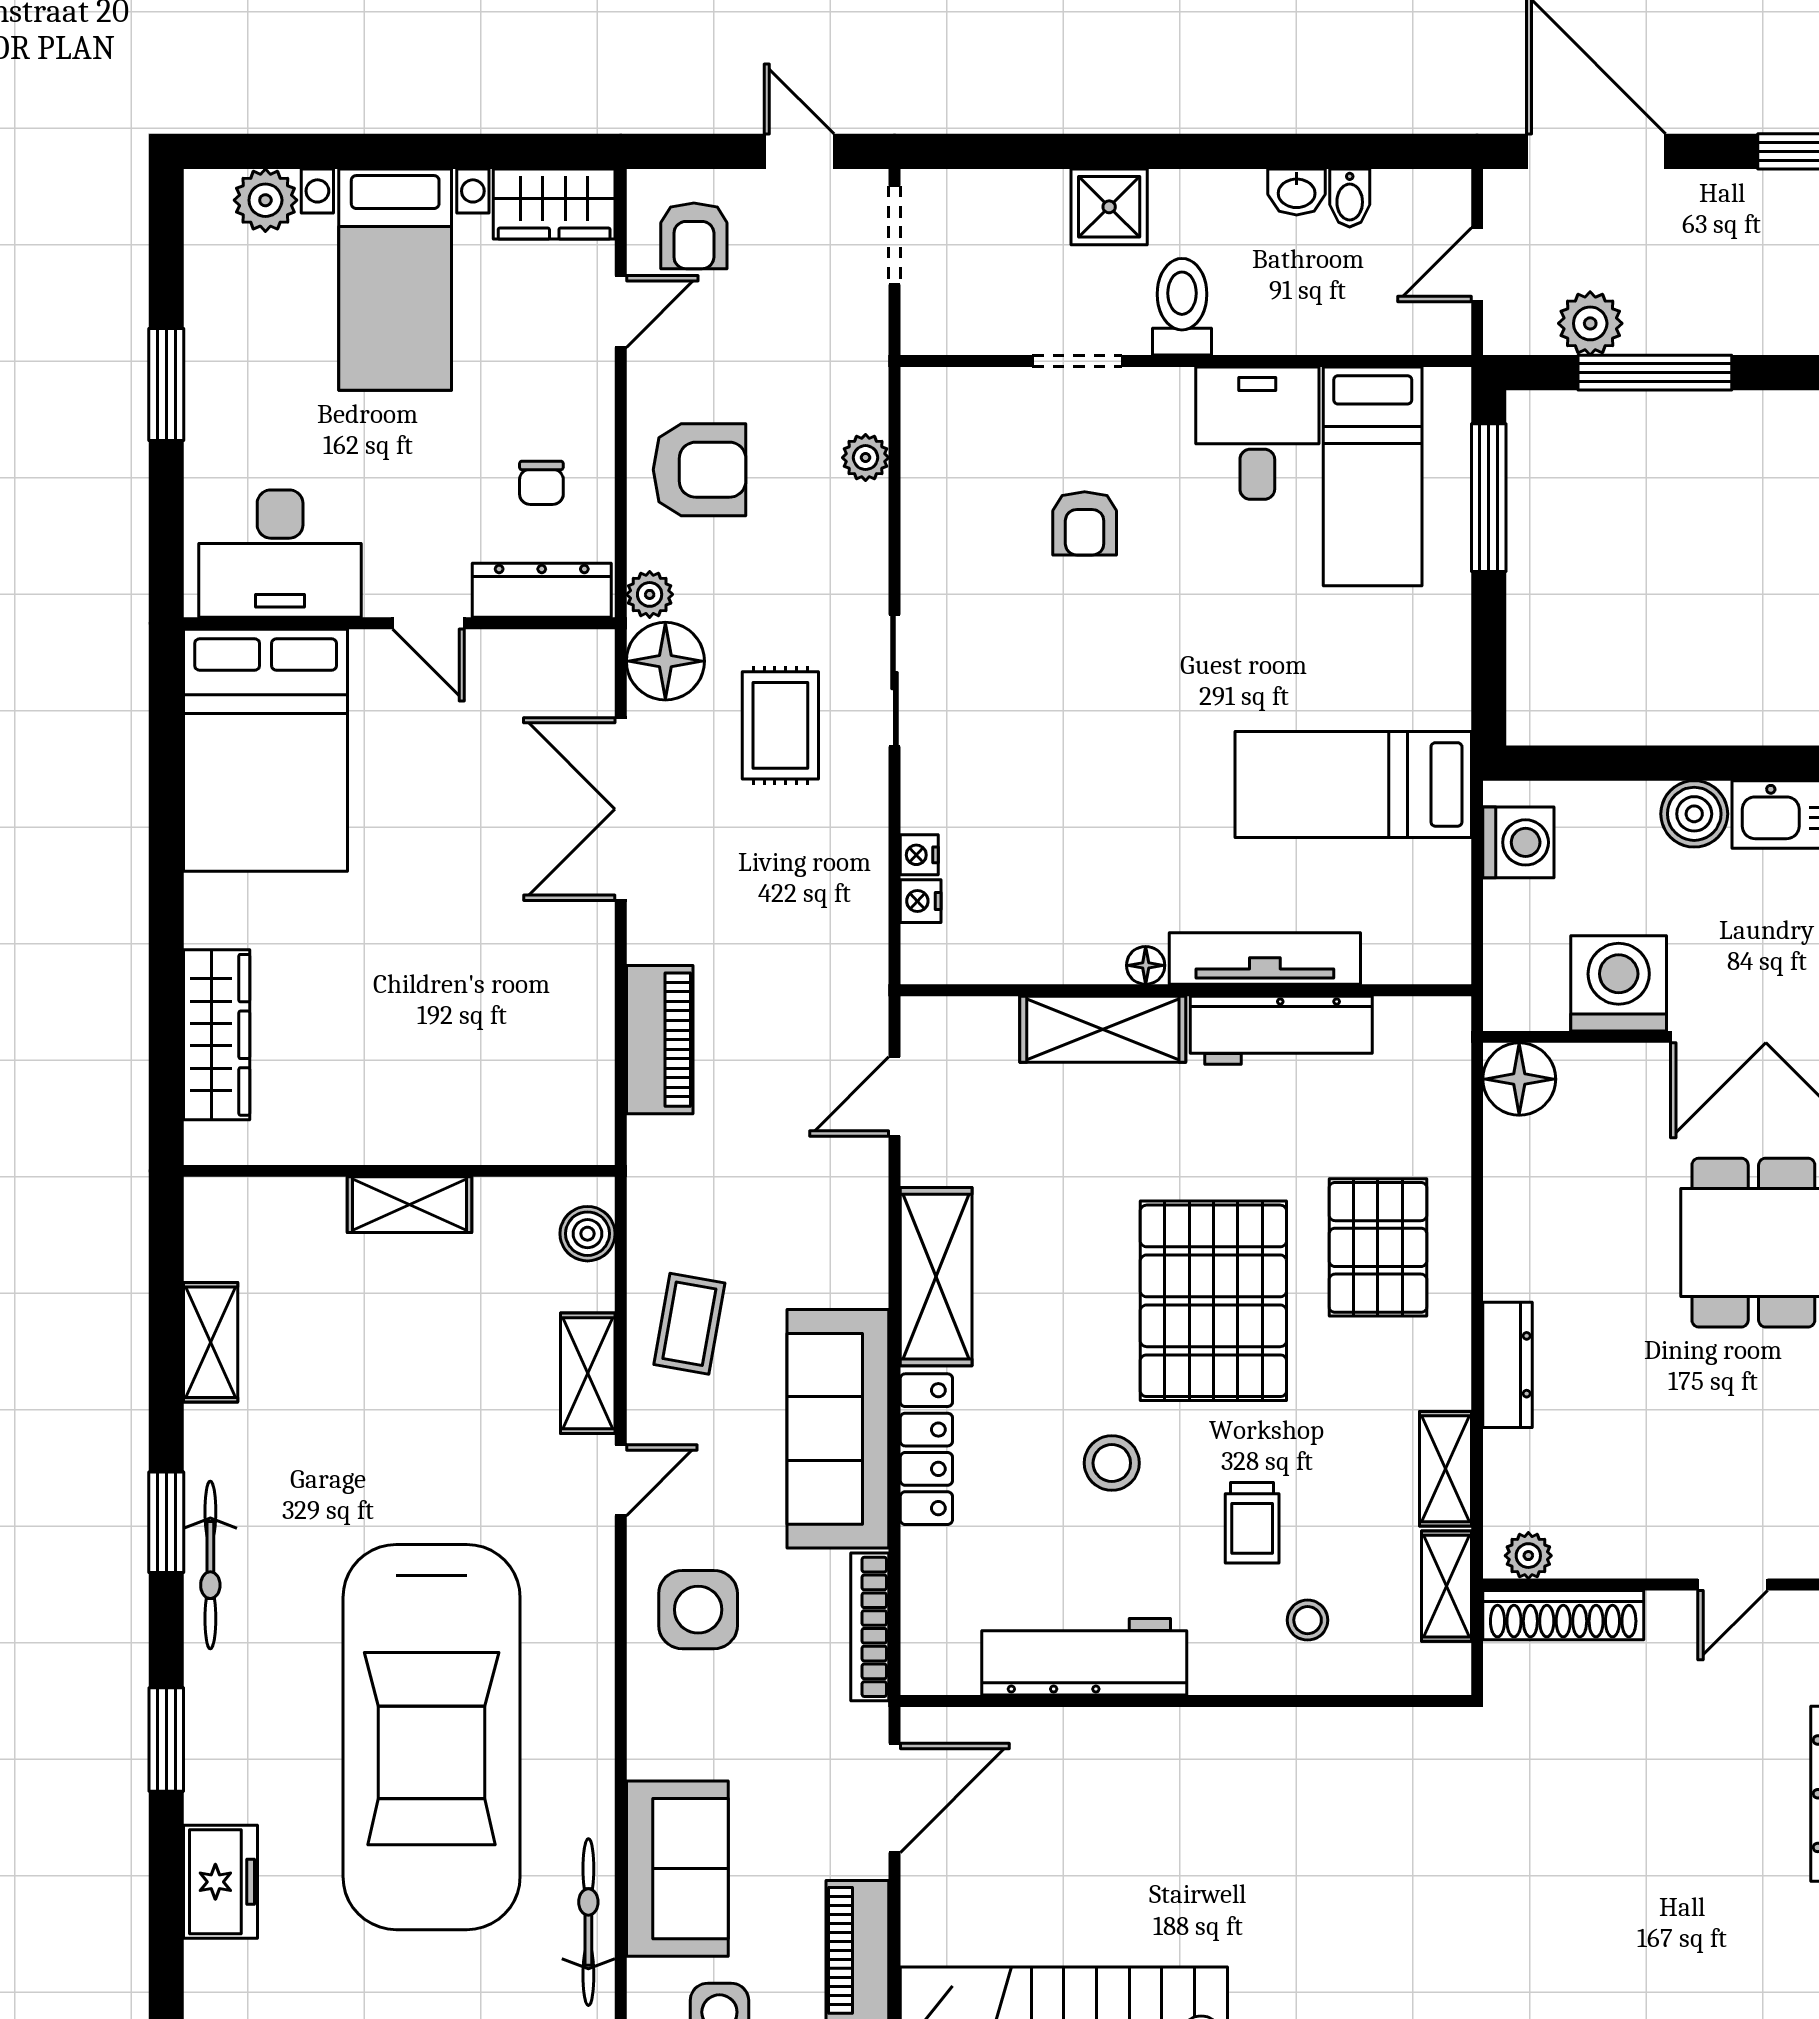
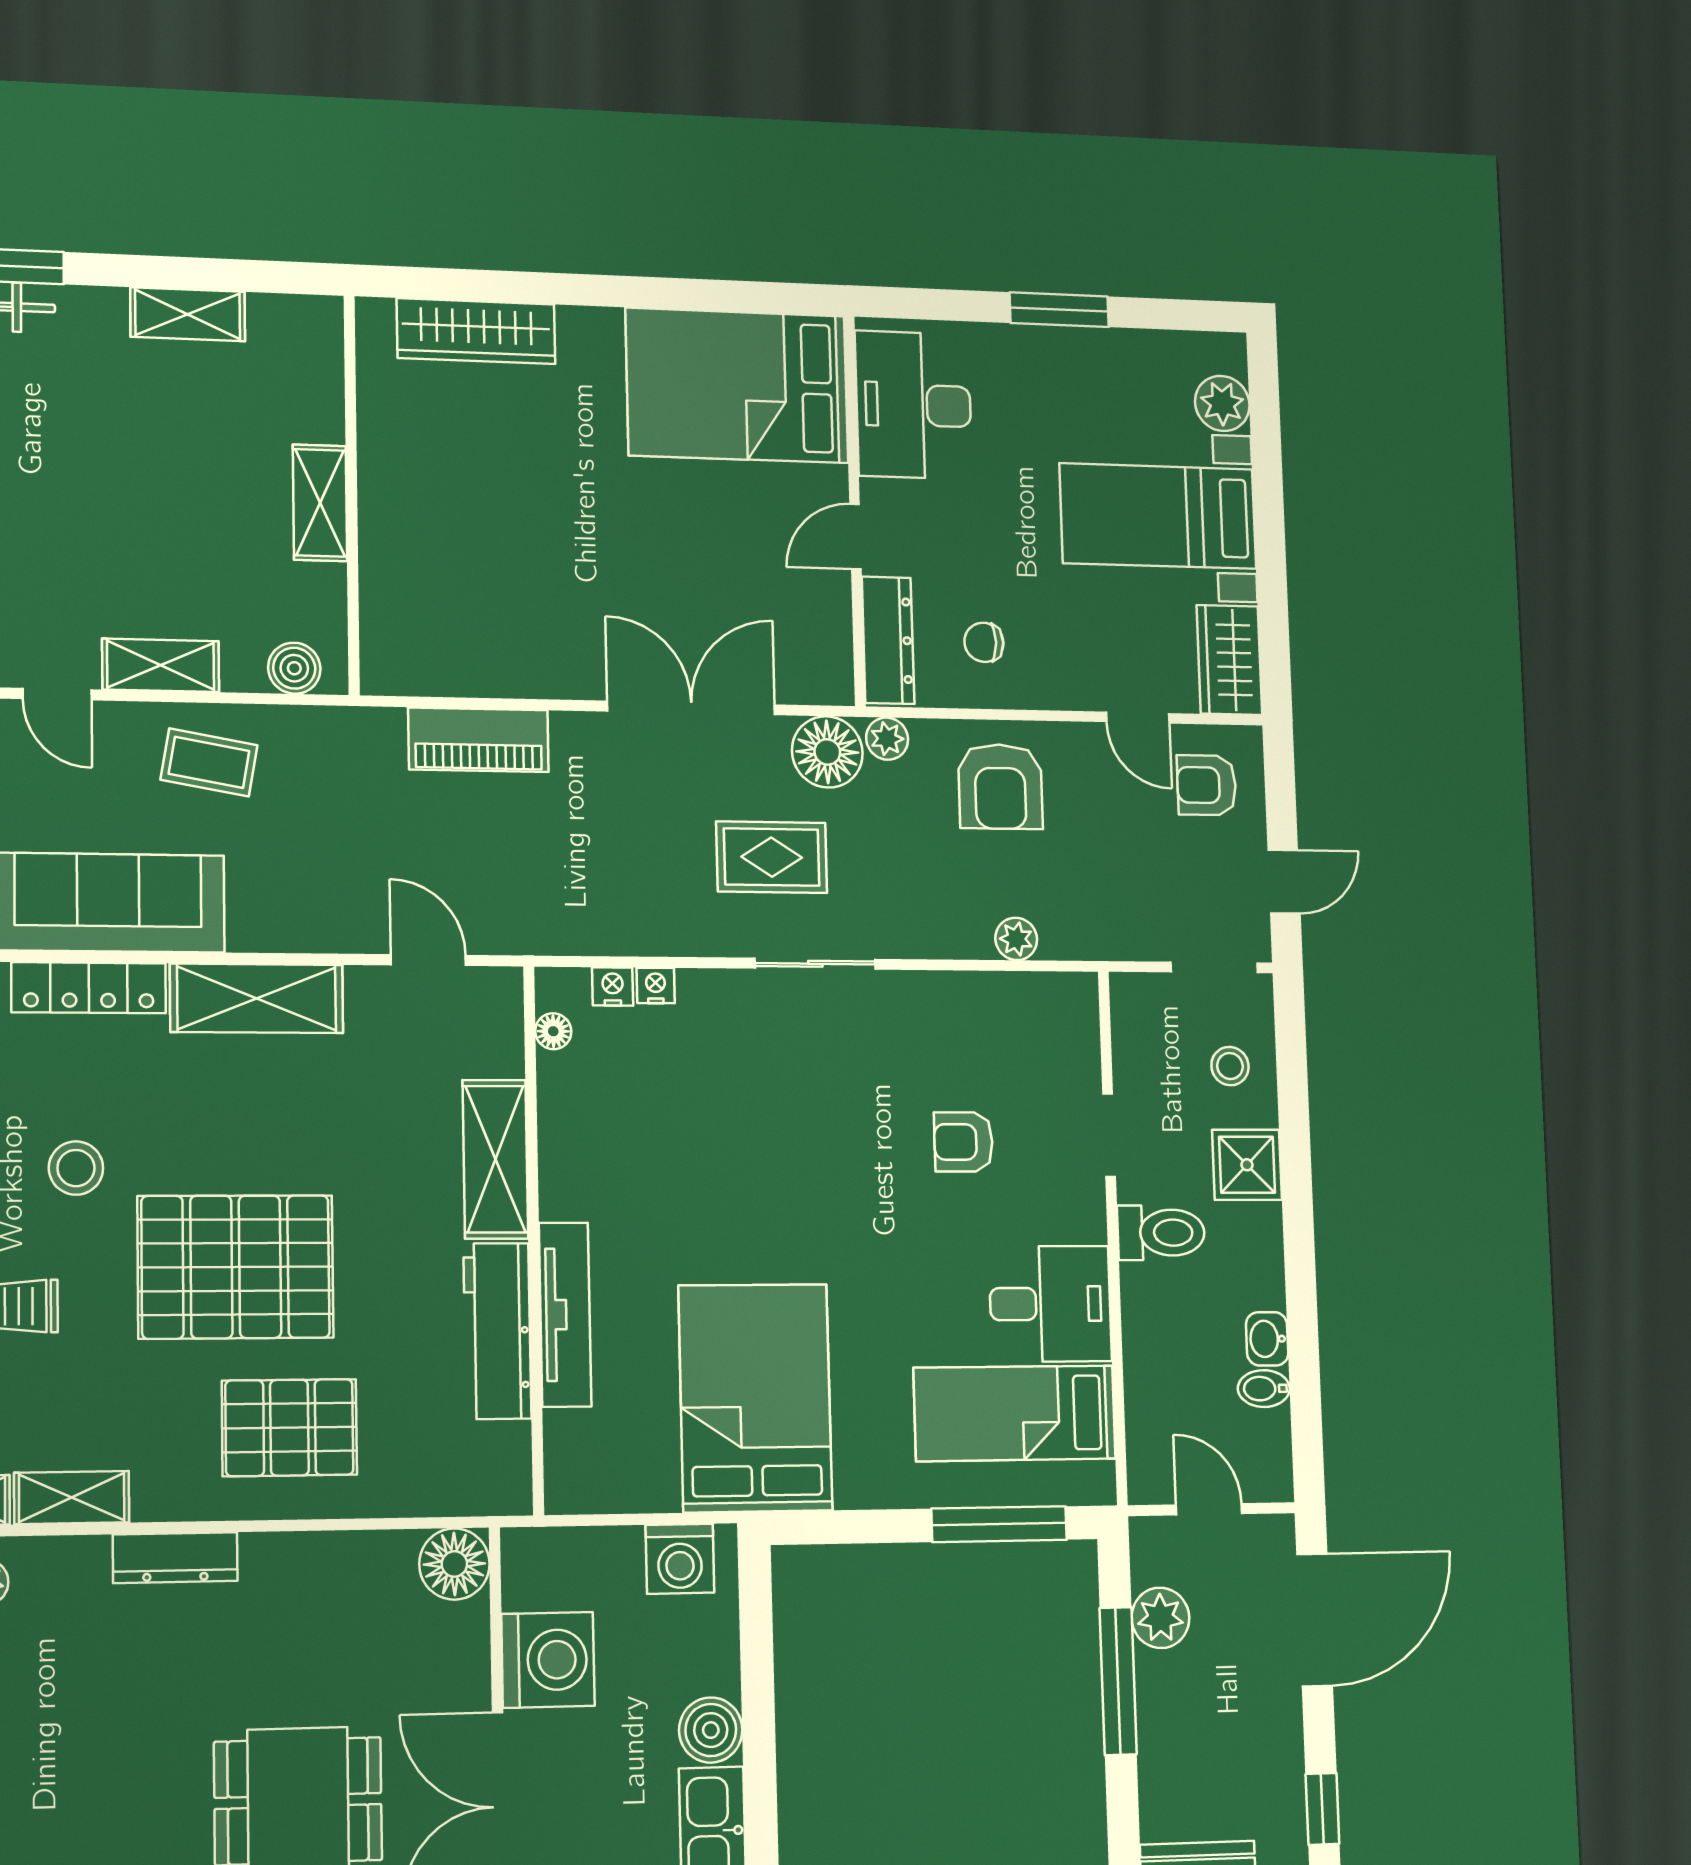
stool: (1002, 222) -> (1230, 1066), added
bed: (1353, 784) -> (755, 1398), width x1.50
floor lamp: (1146, 965) -> (553, 1031), moved

